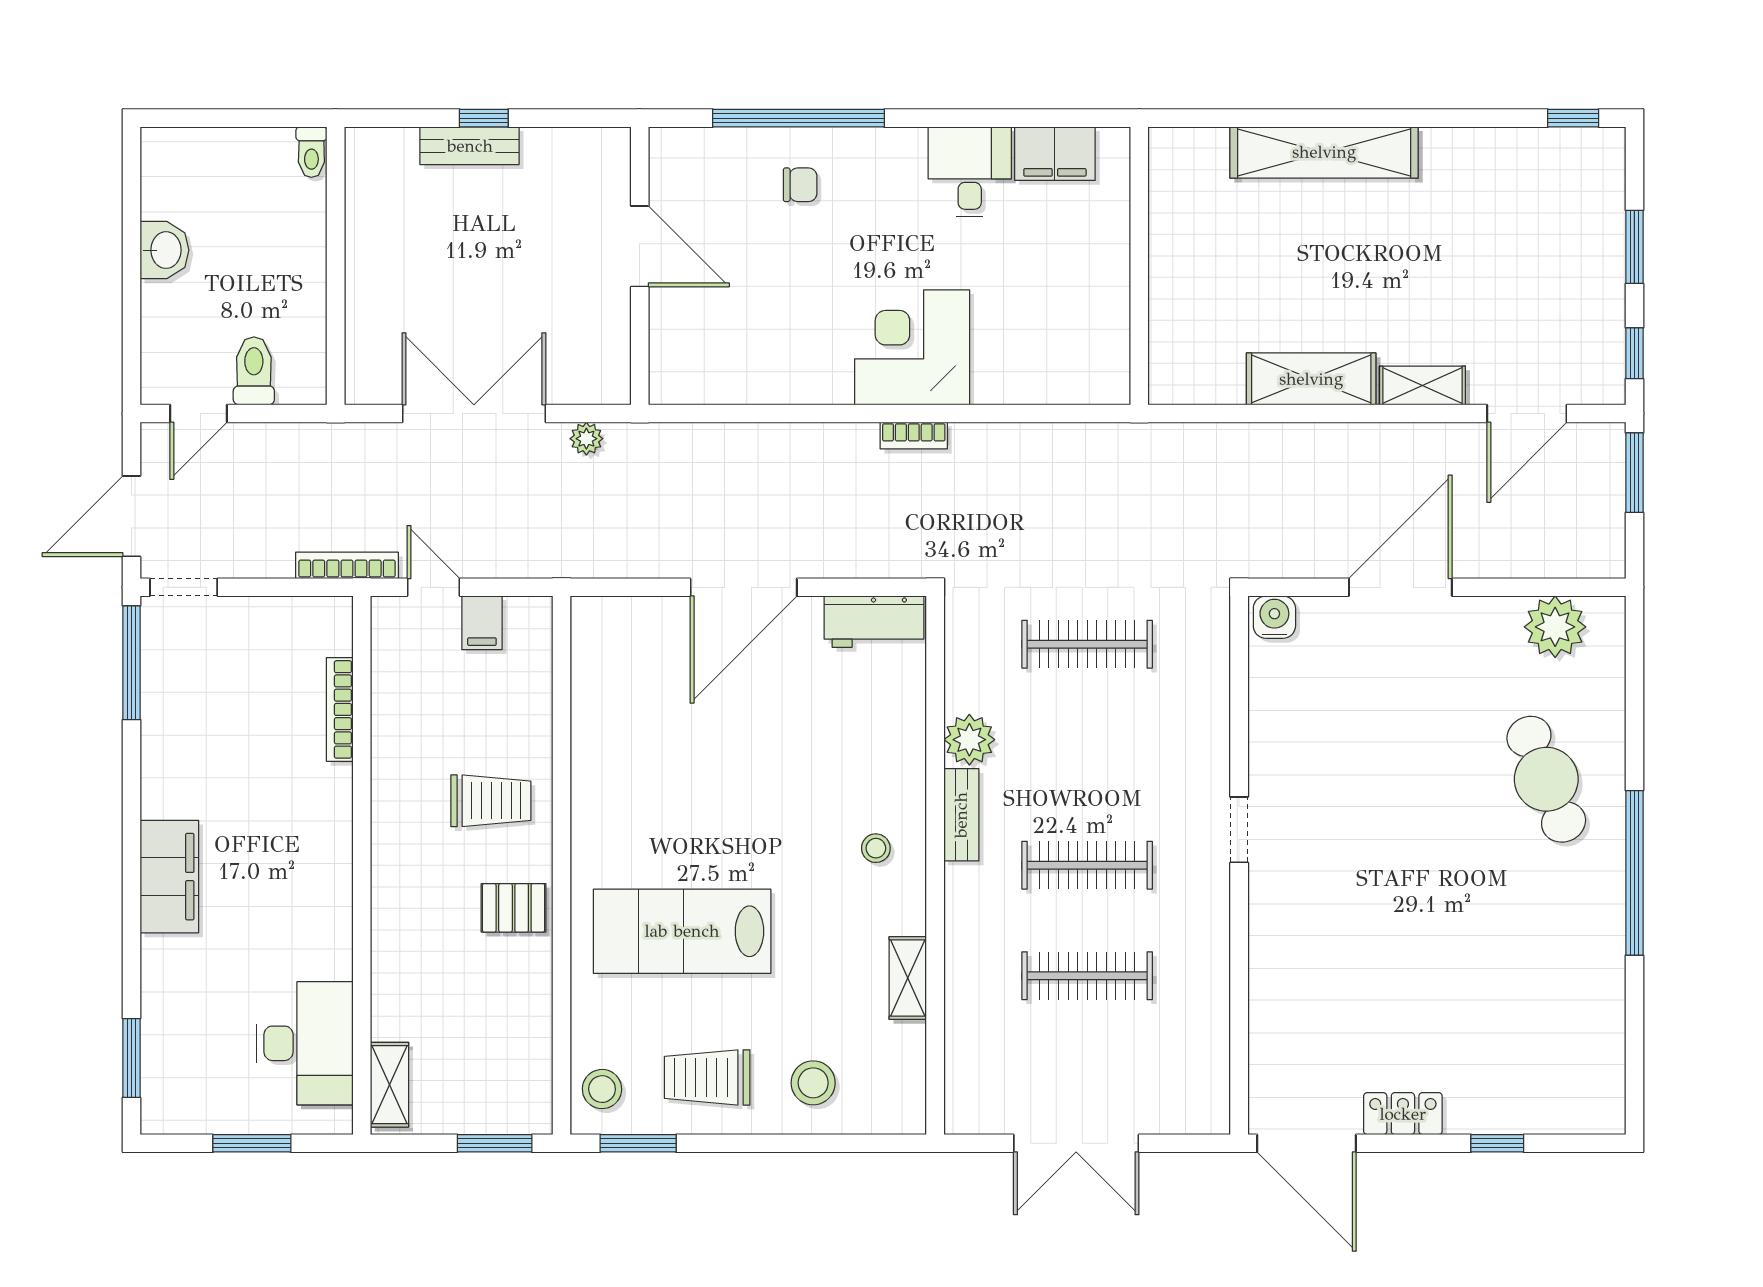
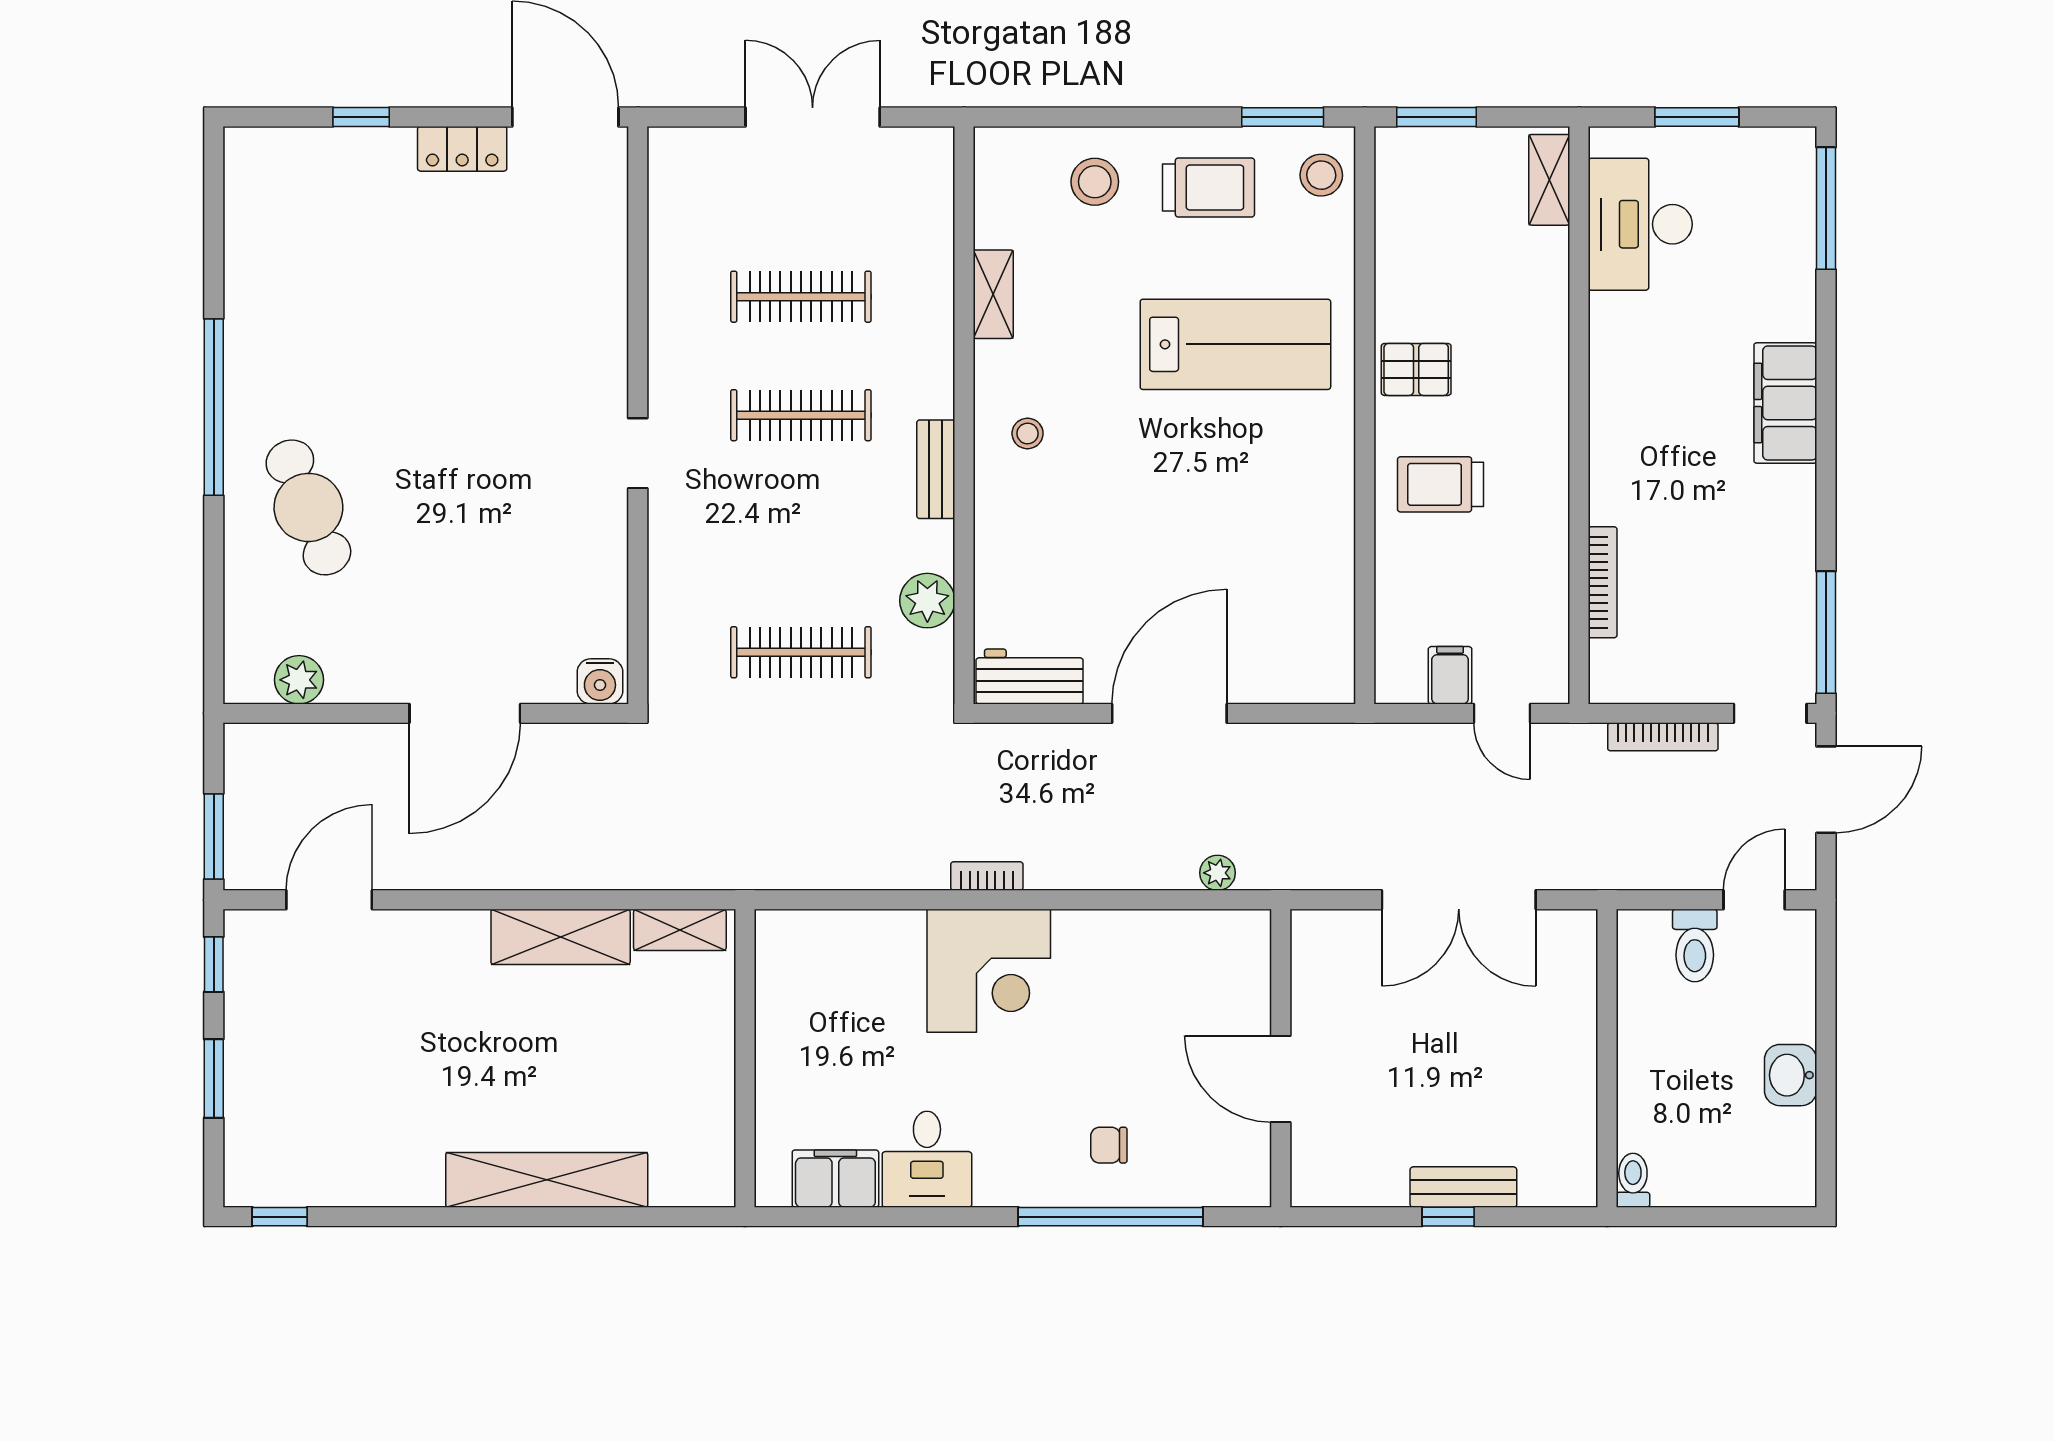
shelving: (1422, 385) -> (680, 930), moved
plant: (586, 439) -> (1218, 873), moved
bookcase: (347, 565) -> (1663, 737), moved
plant: (1555, 627) -> (299, 680), width x0.73, depth x0.73
plant: (969, 740) -> (927, 601), moved
window: (132, 1058) -> (1826, 208), width x1.44

